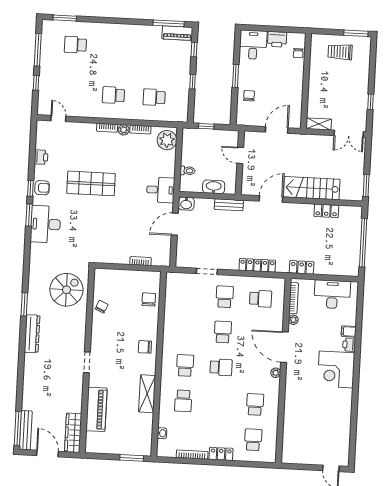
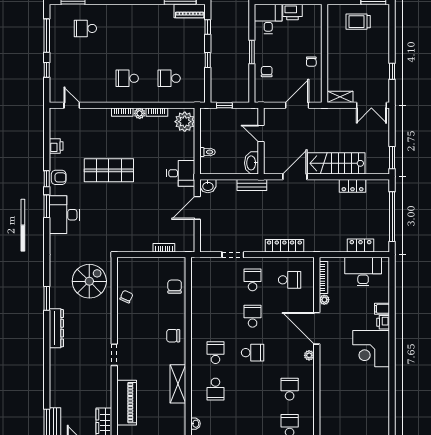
chair: (298, 53) -> (311, 62), moved
washbasin: (214, 187) -> (252, 163), moved, turned -90
locker: (302, 267) -> (360, 245), moved

